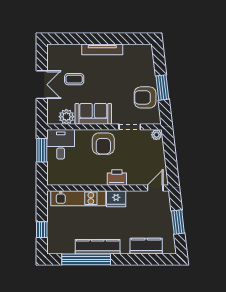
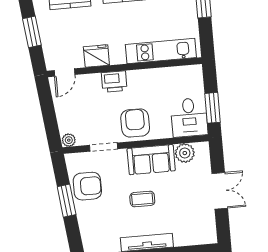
coffee table: (74, 79) -> (142, 199), moved
double door: (42, 85) -> (220, 191), swing flipped
fridge: (116, 199) -> (96, 56), moved

